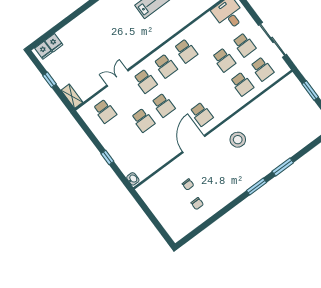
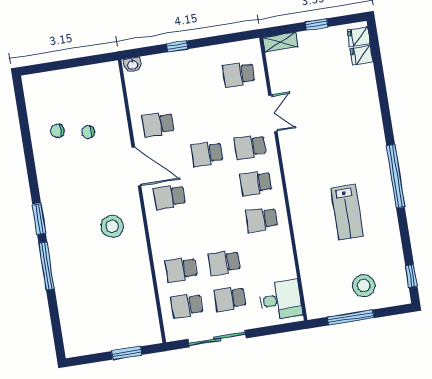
school desk: (143, 120) -> (158, 124), moved
window: (283, 167) -> (47, 266), width x1.44

